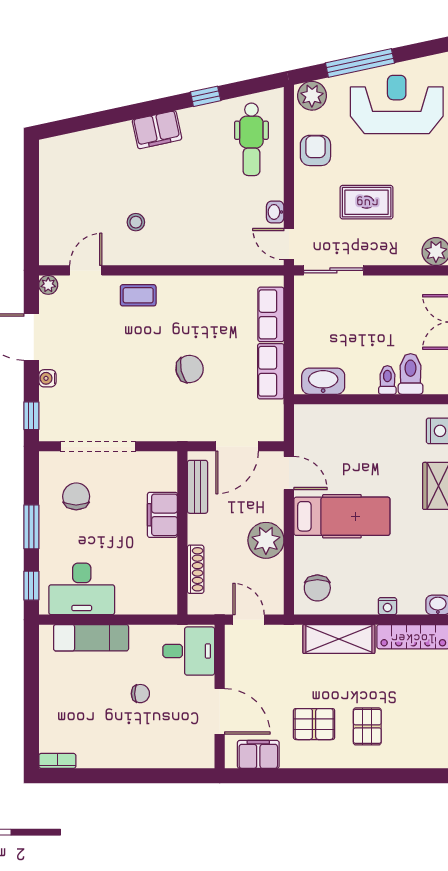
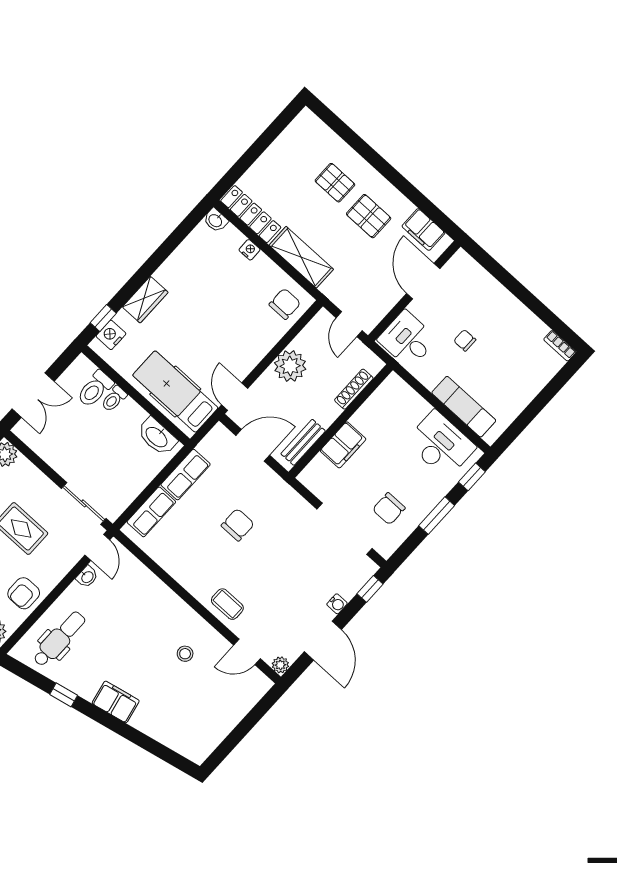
chair: (190, 369) -> (238, 525), turned 103
hospital bed: (342, 516) -> (175, 392), moved
pallet: (367, 726) -> (335, 183), turned 90

